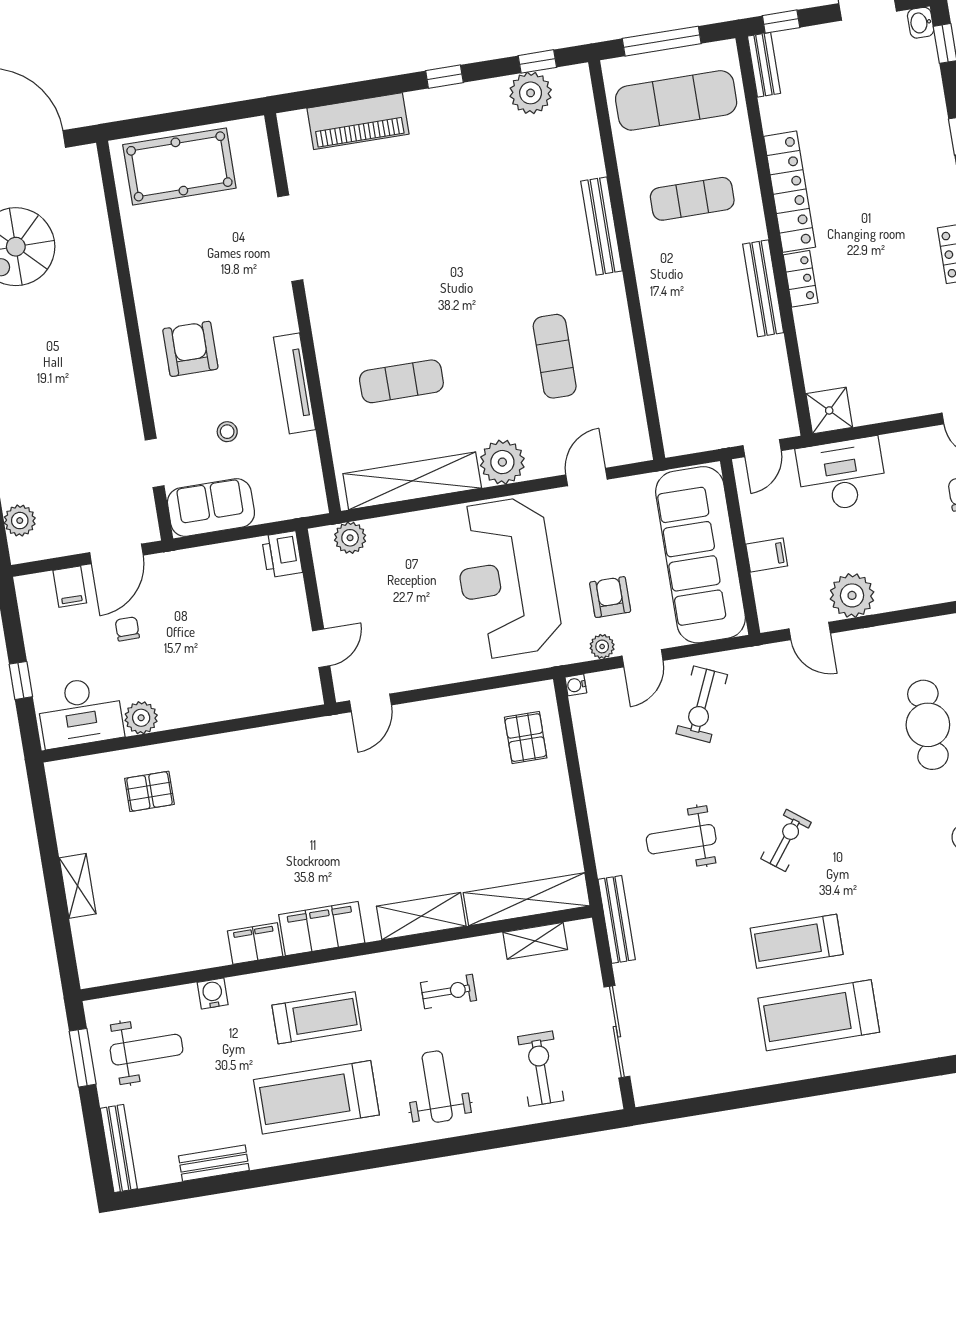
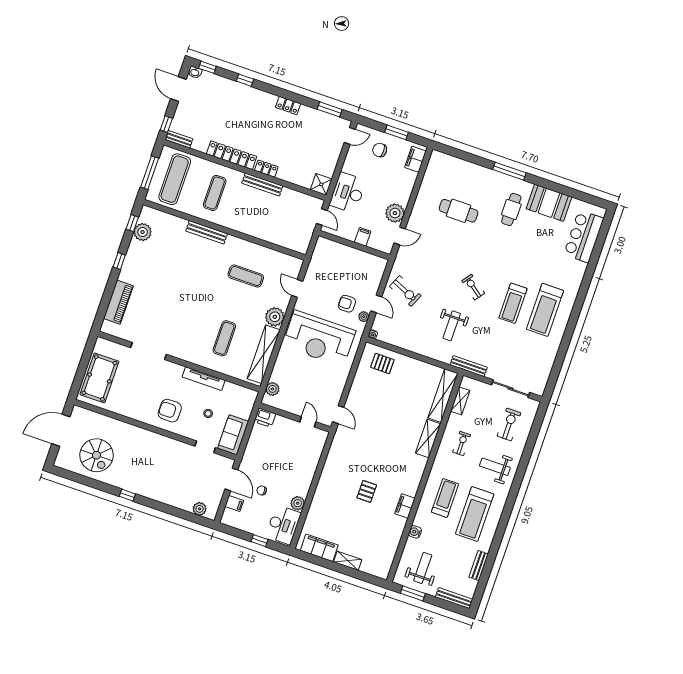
sofa: (700, 555) -> (349, 261), removed
pallet: (149, 791) -> (367, 491), moved
filing cabinet: (322, 929) -> (319, 548), moved, turned 90
exercise bike: (541, 1069) -> (509, 424), turned 90

